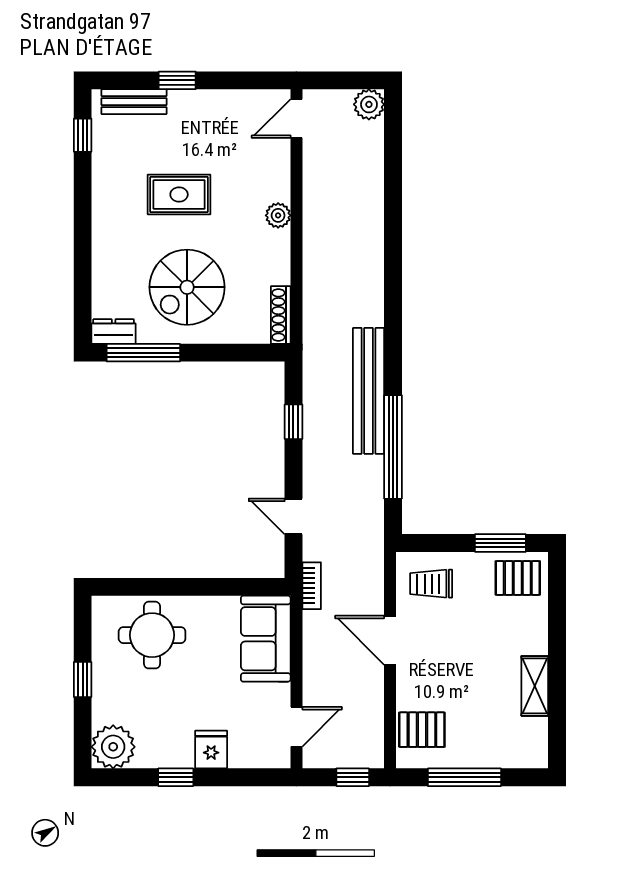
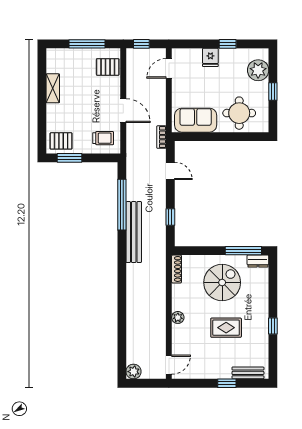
window: (83, 135) -> (273, 326), moved
sofa: (266, 639) -> (196, 120), moved, turned -90
plant: (113, 747) -> (258, 70), moved

